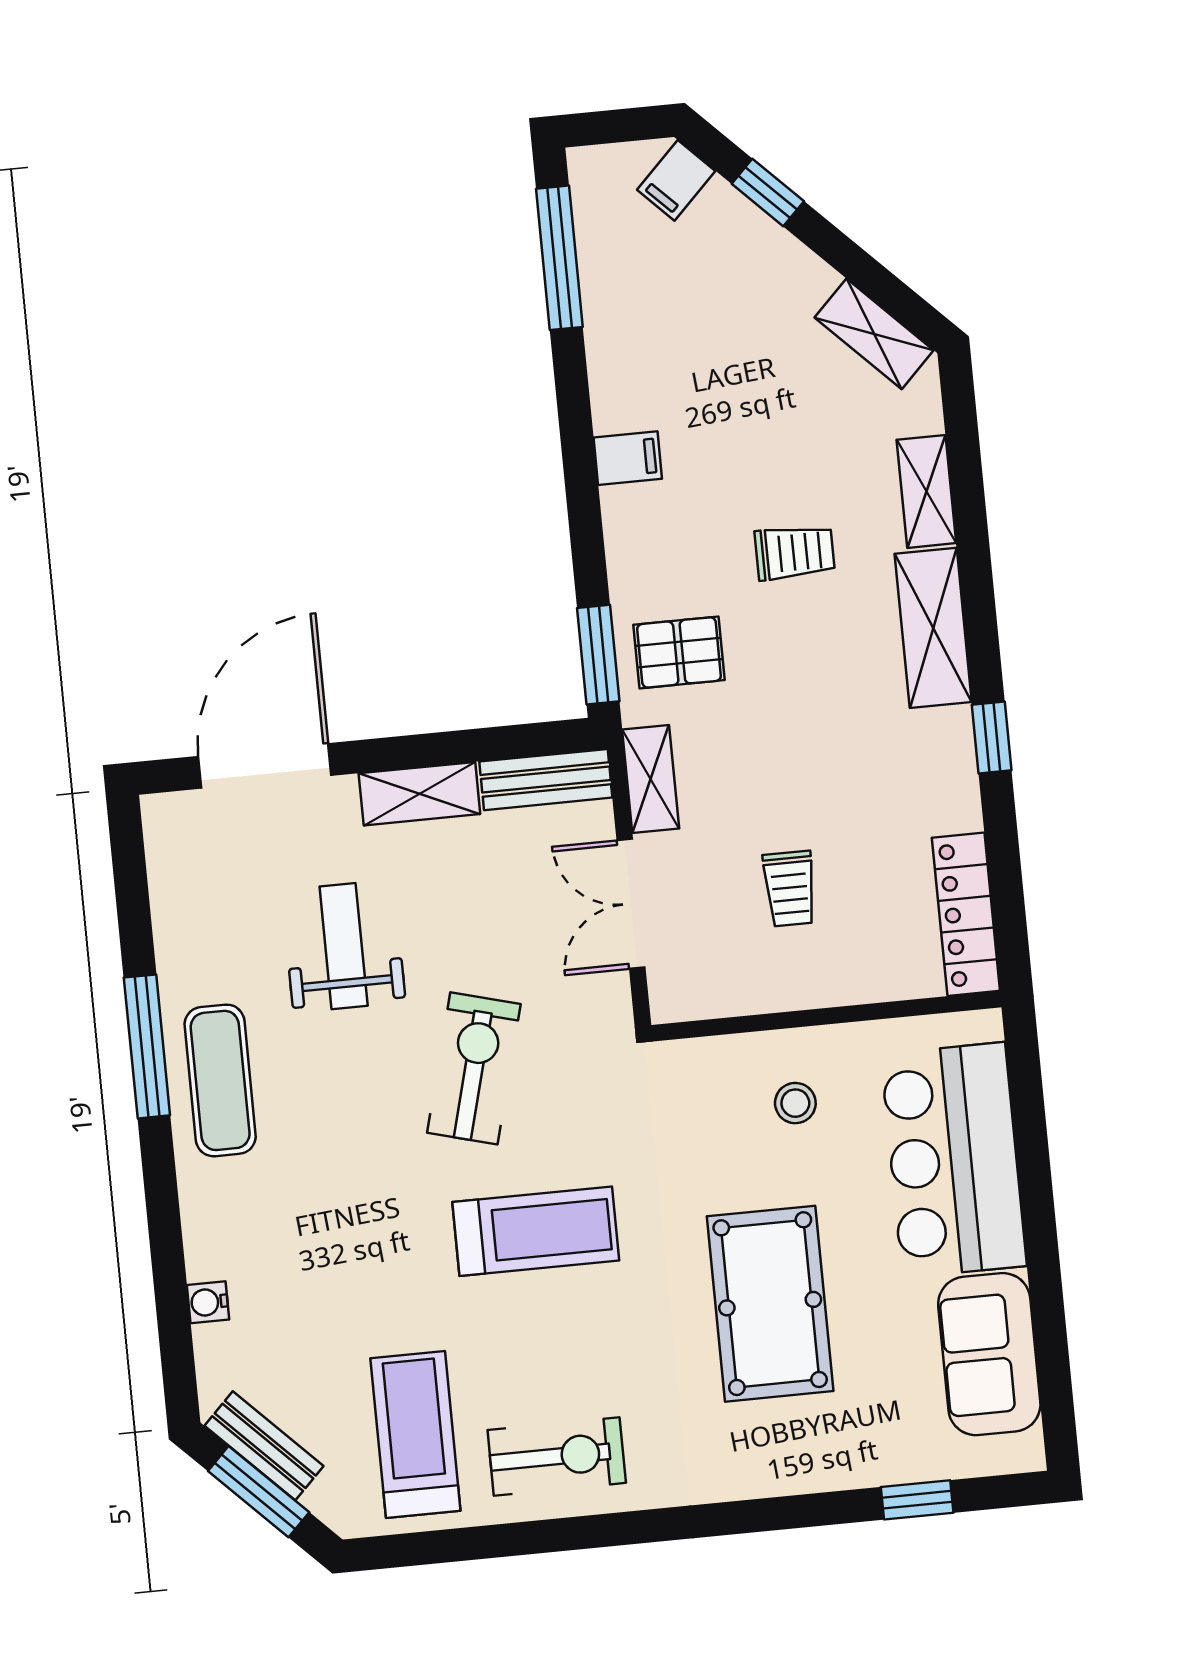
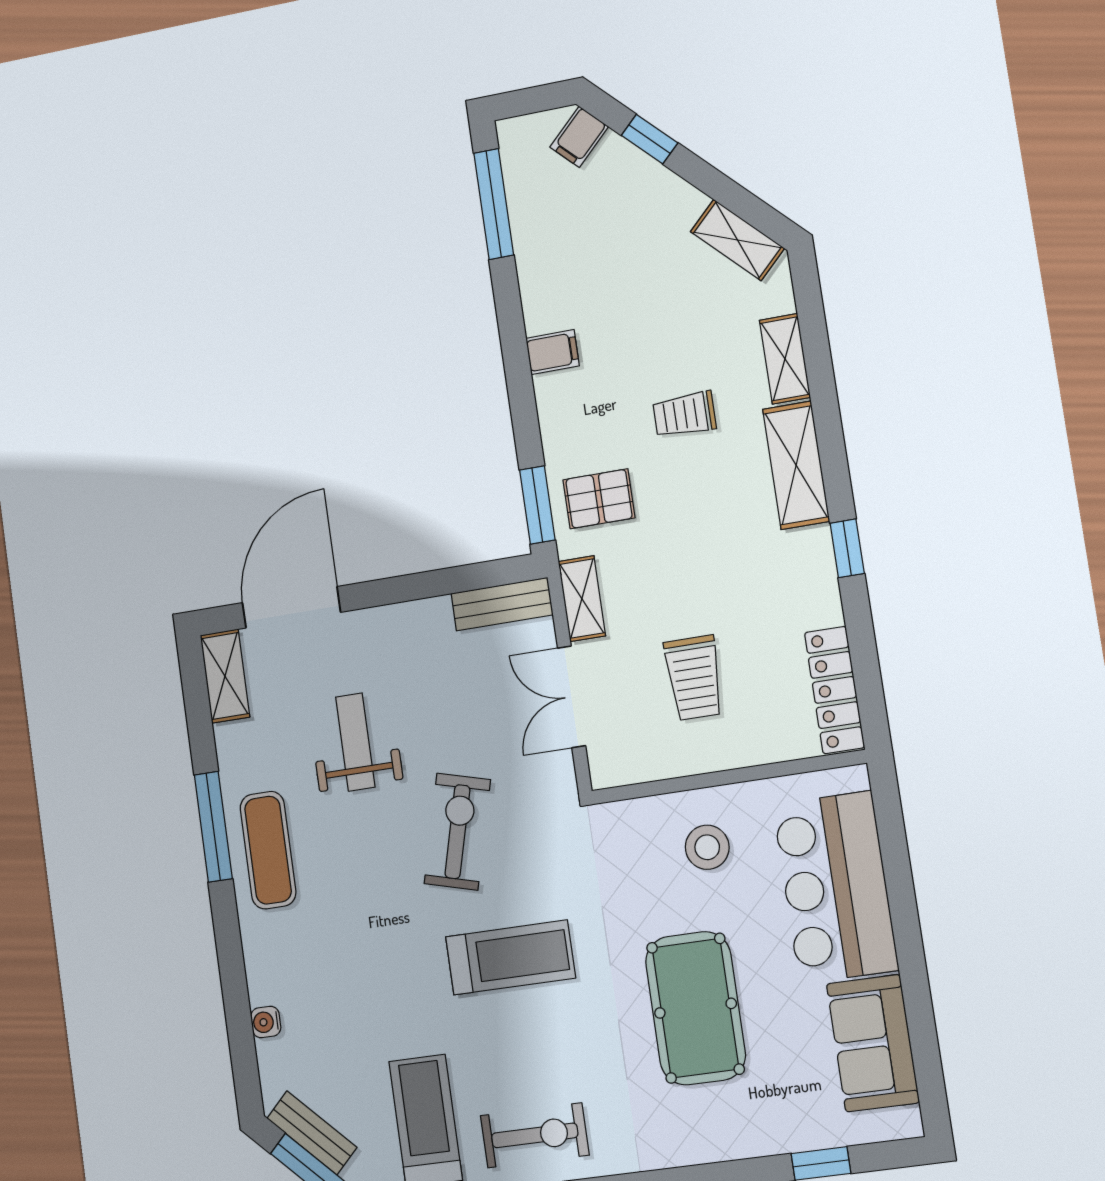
trolley: (795, 552) -> (684, 414), turned 180
shelving: (419, 794) -> (225, 676), moved, turned 90
trolley: (790, 889) -> (694, 678), width x1.36, depth x1.39
stool: (795, 1103) -> (707, 847), width x1.37, depth x1.37

